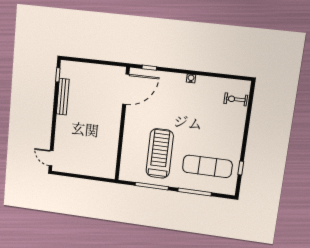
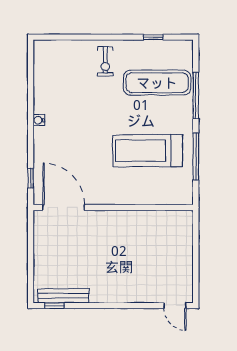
bench: (63, 97) -> (63, 296), moved
exercise bike: (236, 99) -> (105, 61), moved
door: (51, 158) -> (175, 306), hinge flipped
exercise mat: (207, 166) -> (157, 83), turned 90

